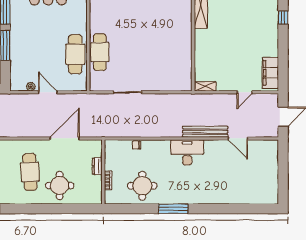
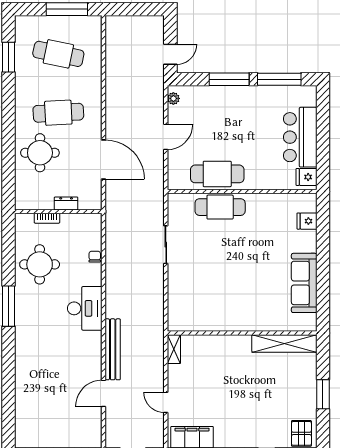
plant: (31, 87) -> (173, 98), moved
desk: (187, 152) -> (85, 308), moved

